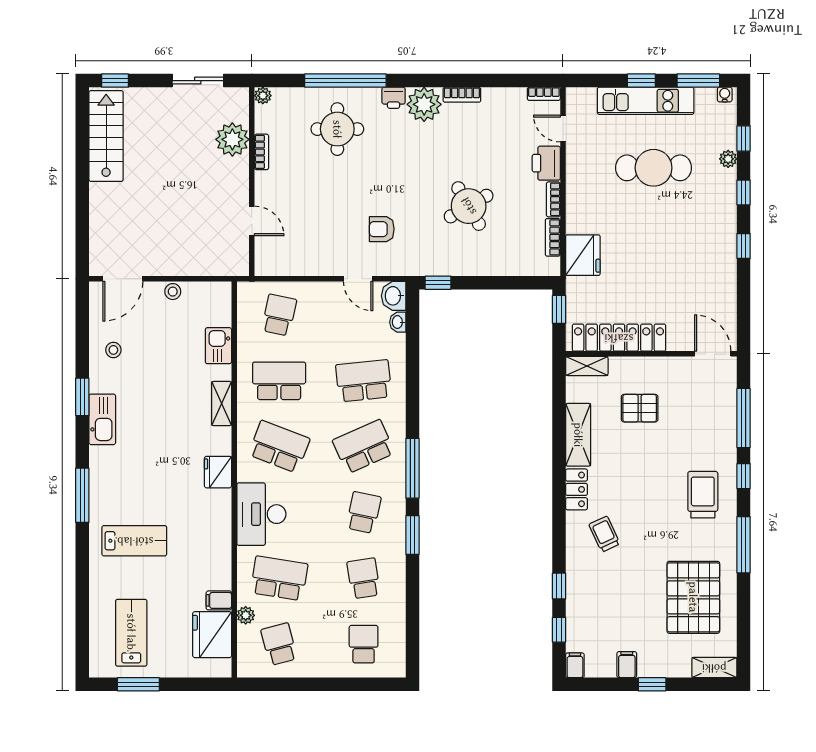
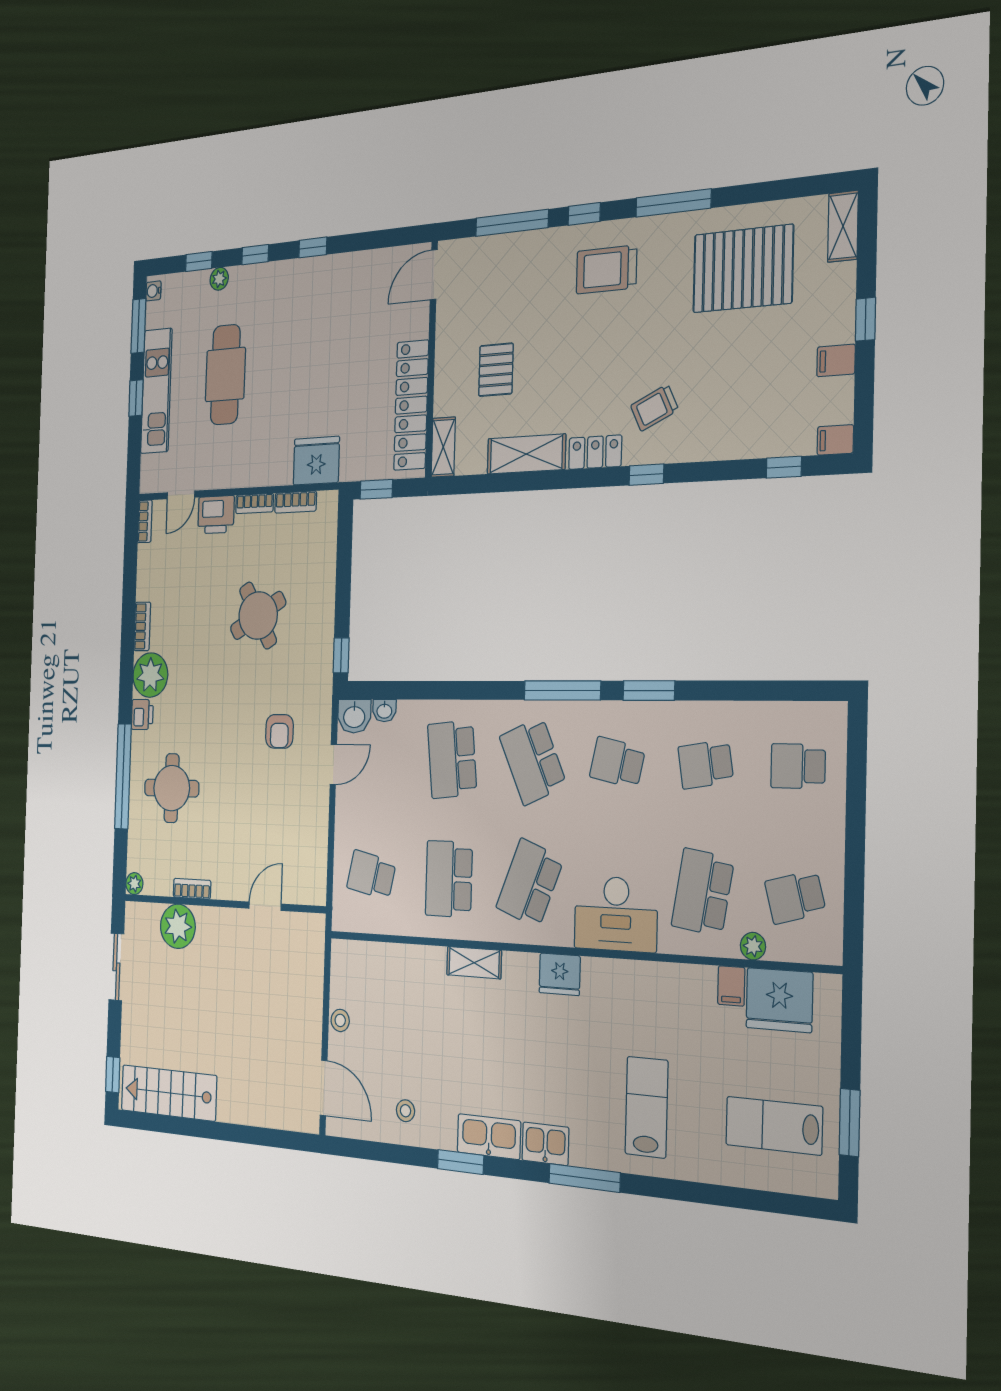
kitchen sink: (218, 346) -> (545, 1144), moved, turned 180
window: (559, 586) -> (646, 475), moved

